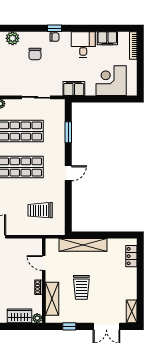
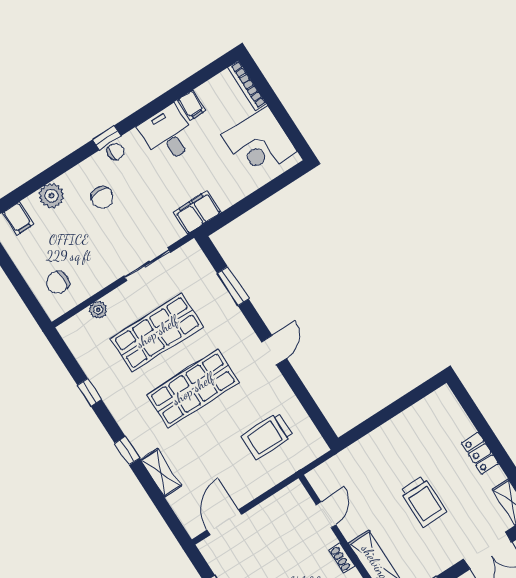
filing cabinet: (107, 38) -> (192, 105), width x0.50
corner desk: (111, 81) -> (259, 143), moved, turned -90
shelving: (83, 245) -> (369, 447), removed
locker: (131, 256) -> (480, 453), moved
door: (44, 263) -> (326, 515), swing flipped
trolley: (81, 287) -> (423, 501), moved

